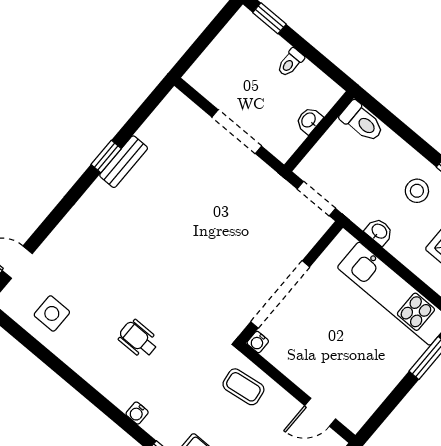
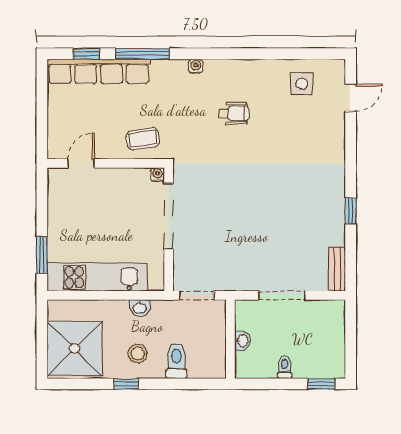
toilet: (362, 122) -> (176, 361), moved, turned 90
bench: (124, 162) -> (337, 269), moved

